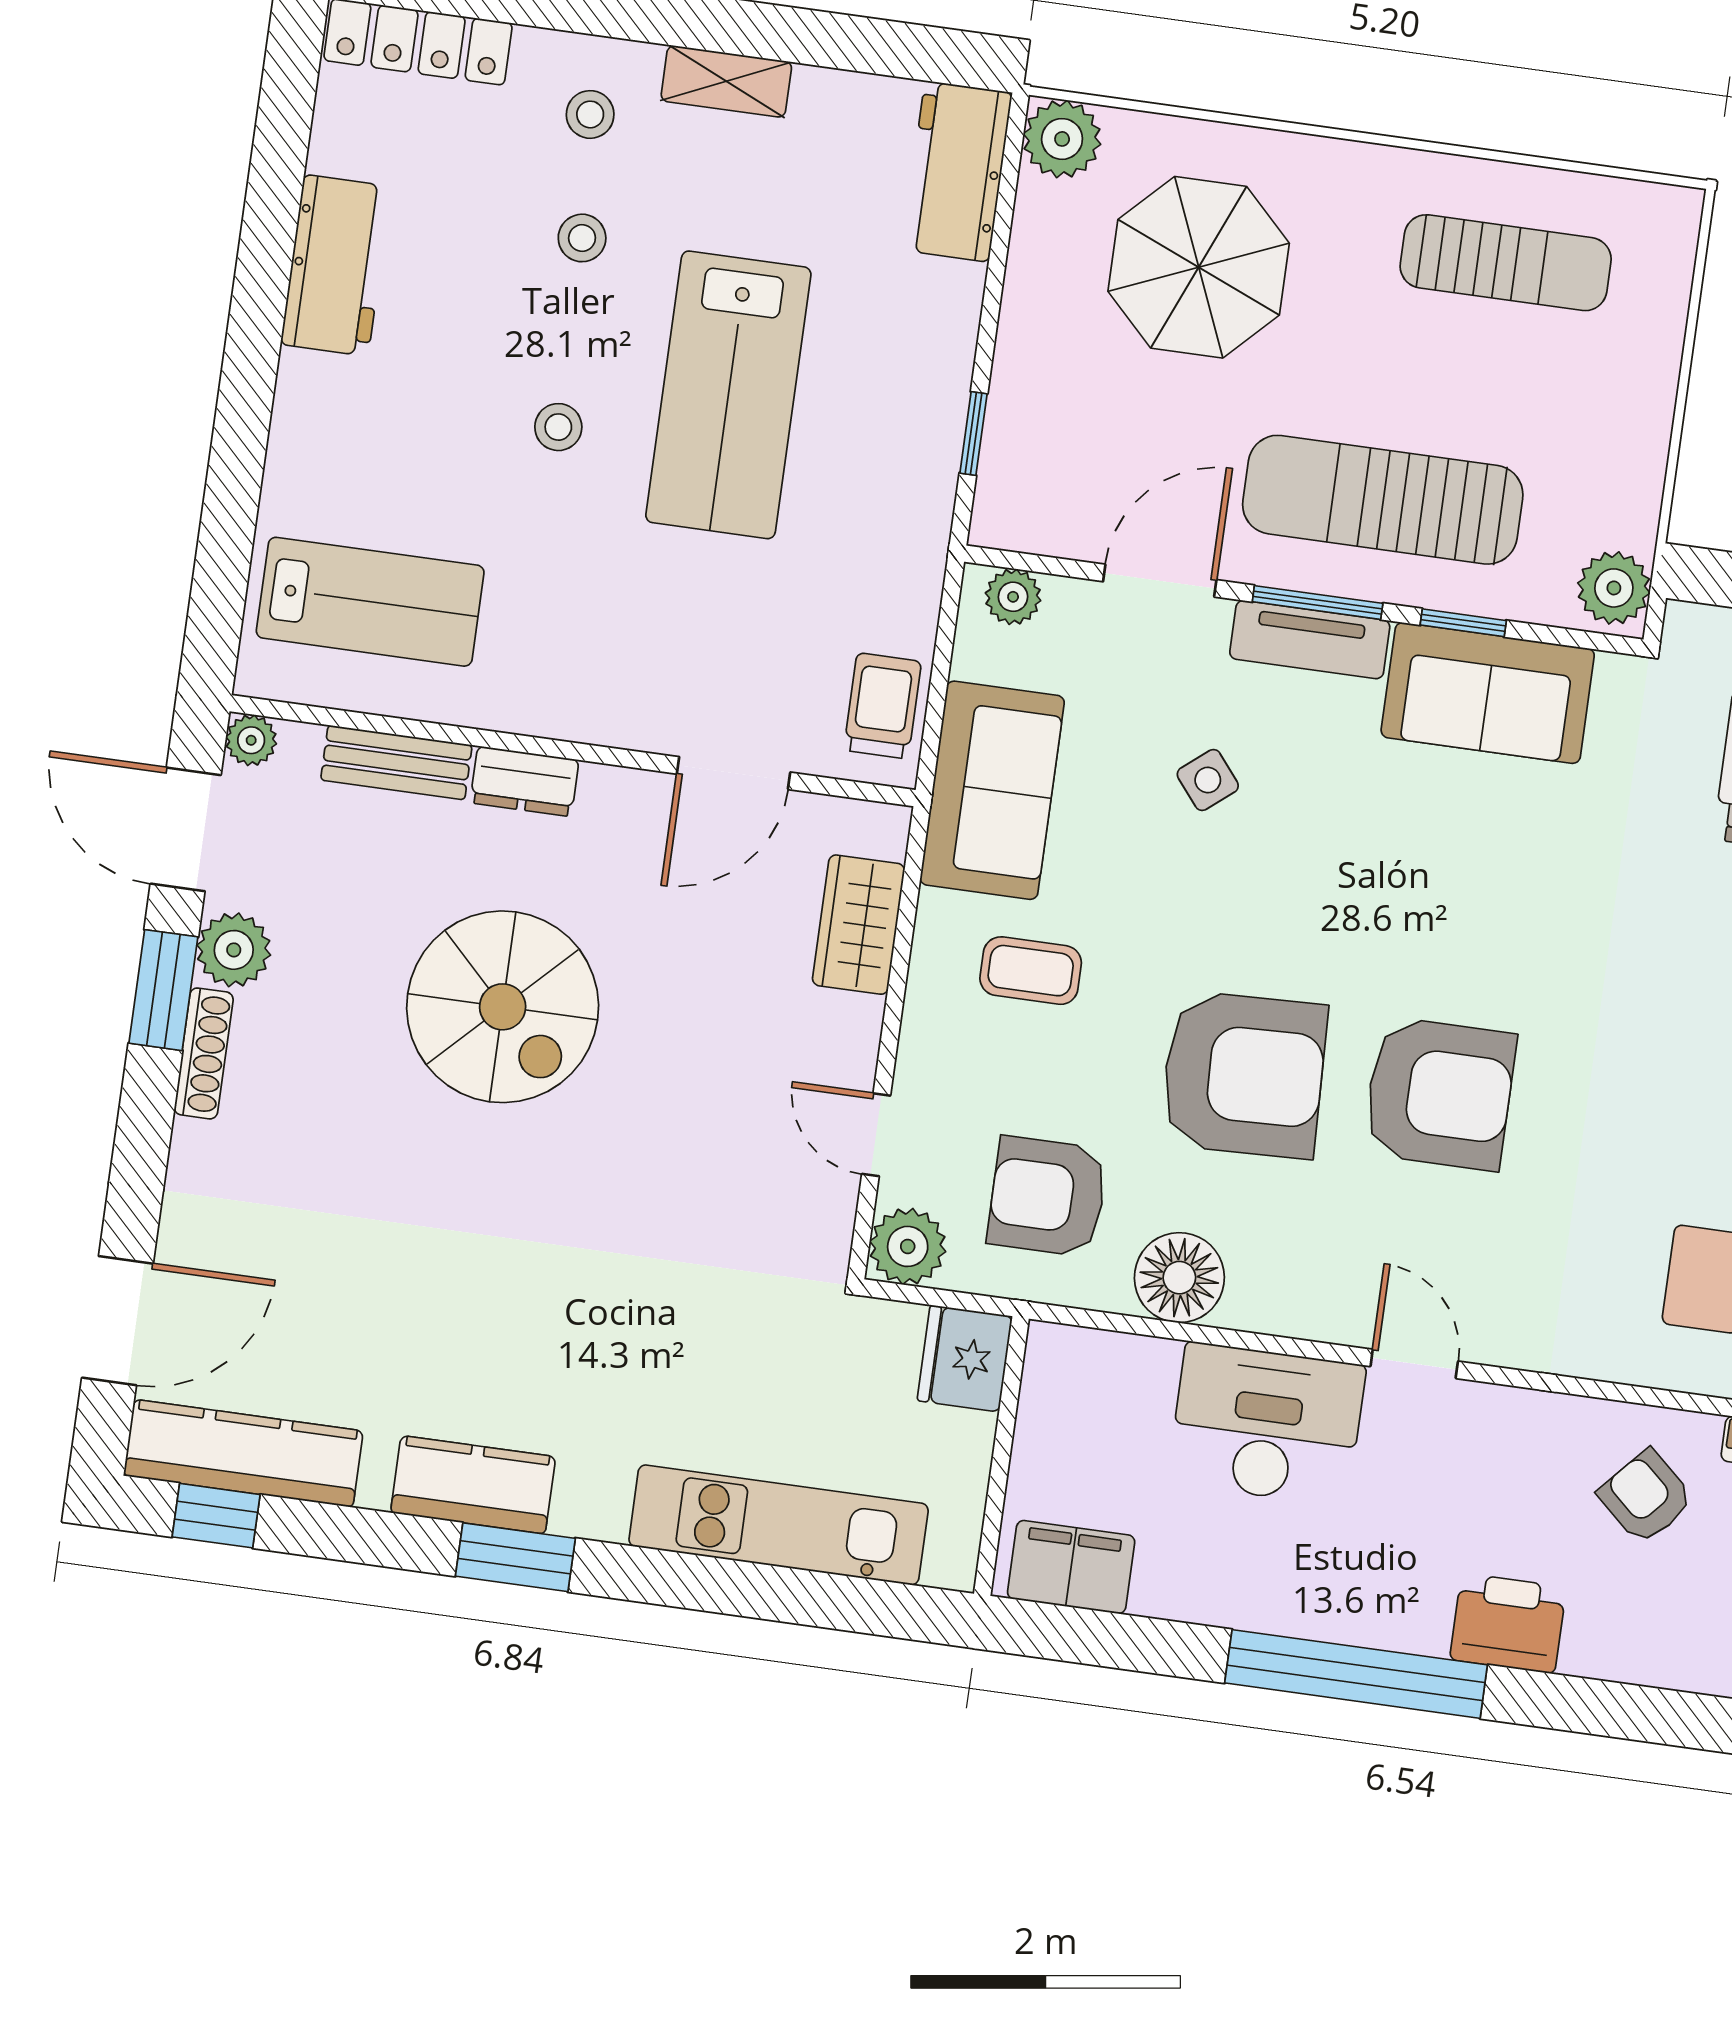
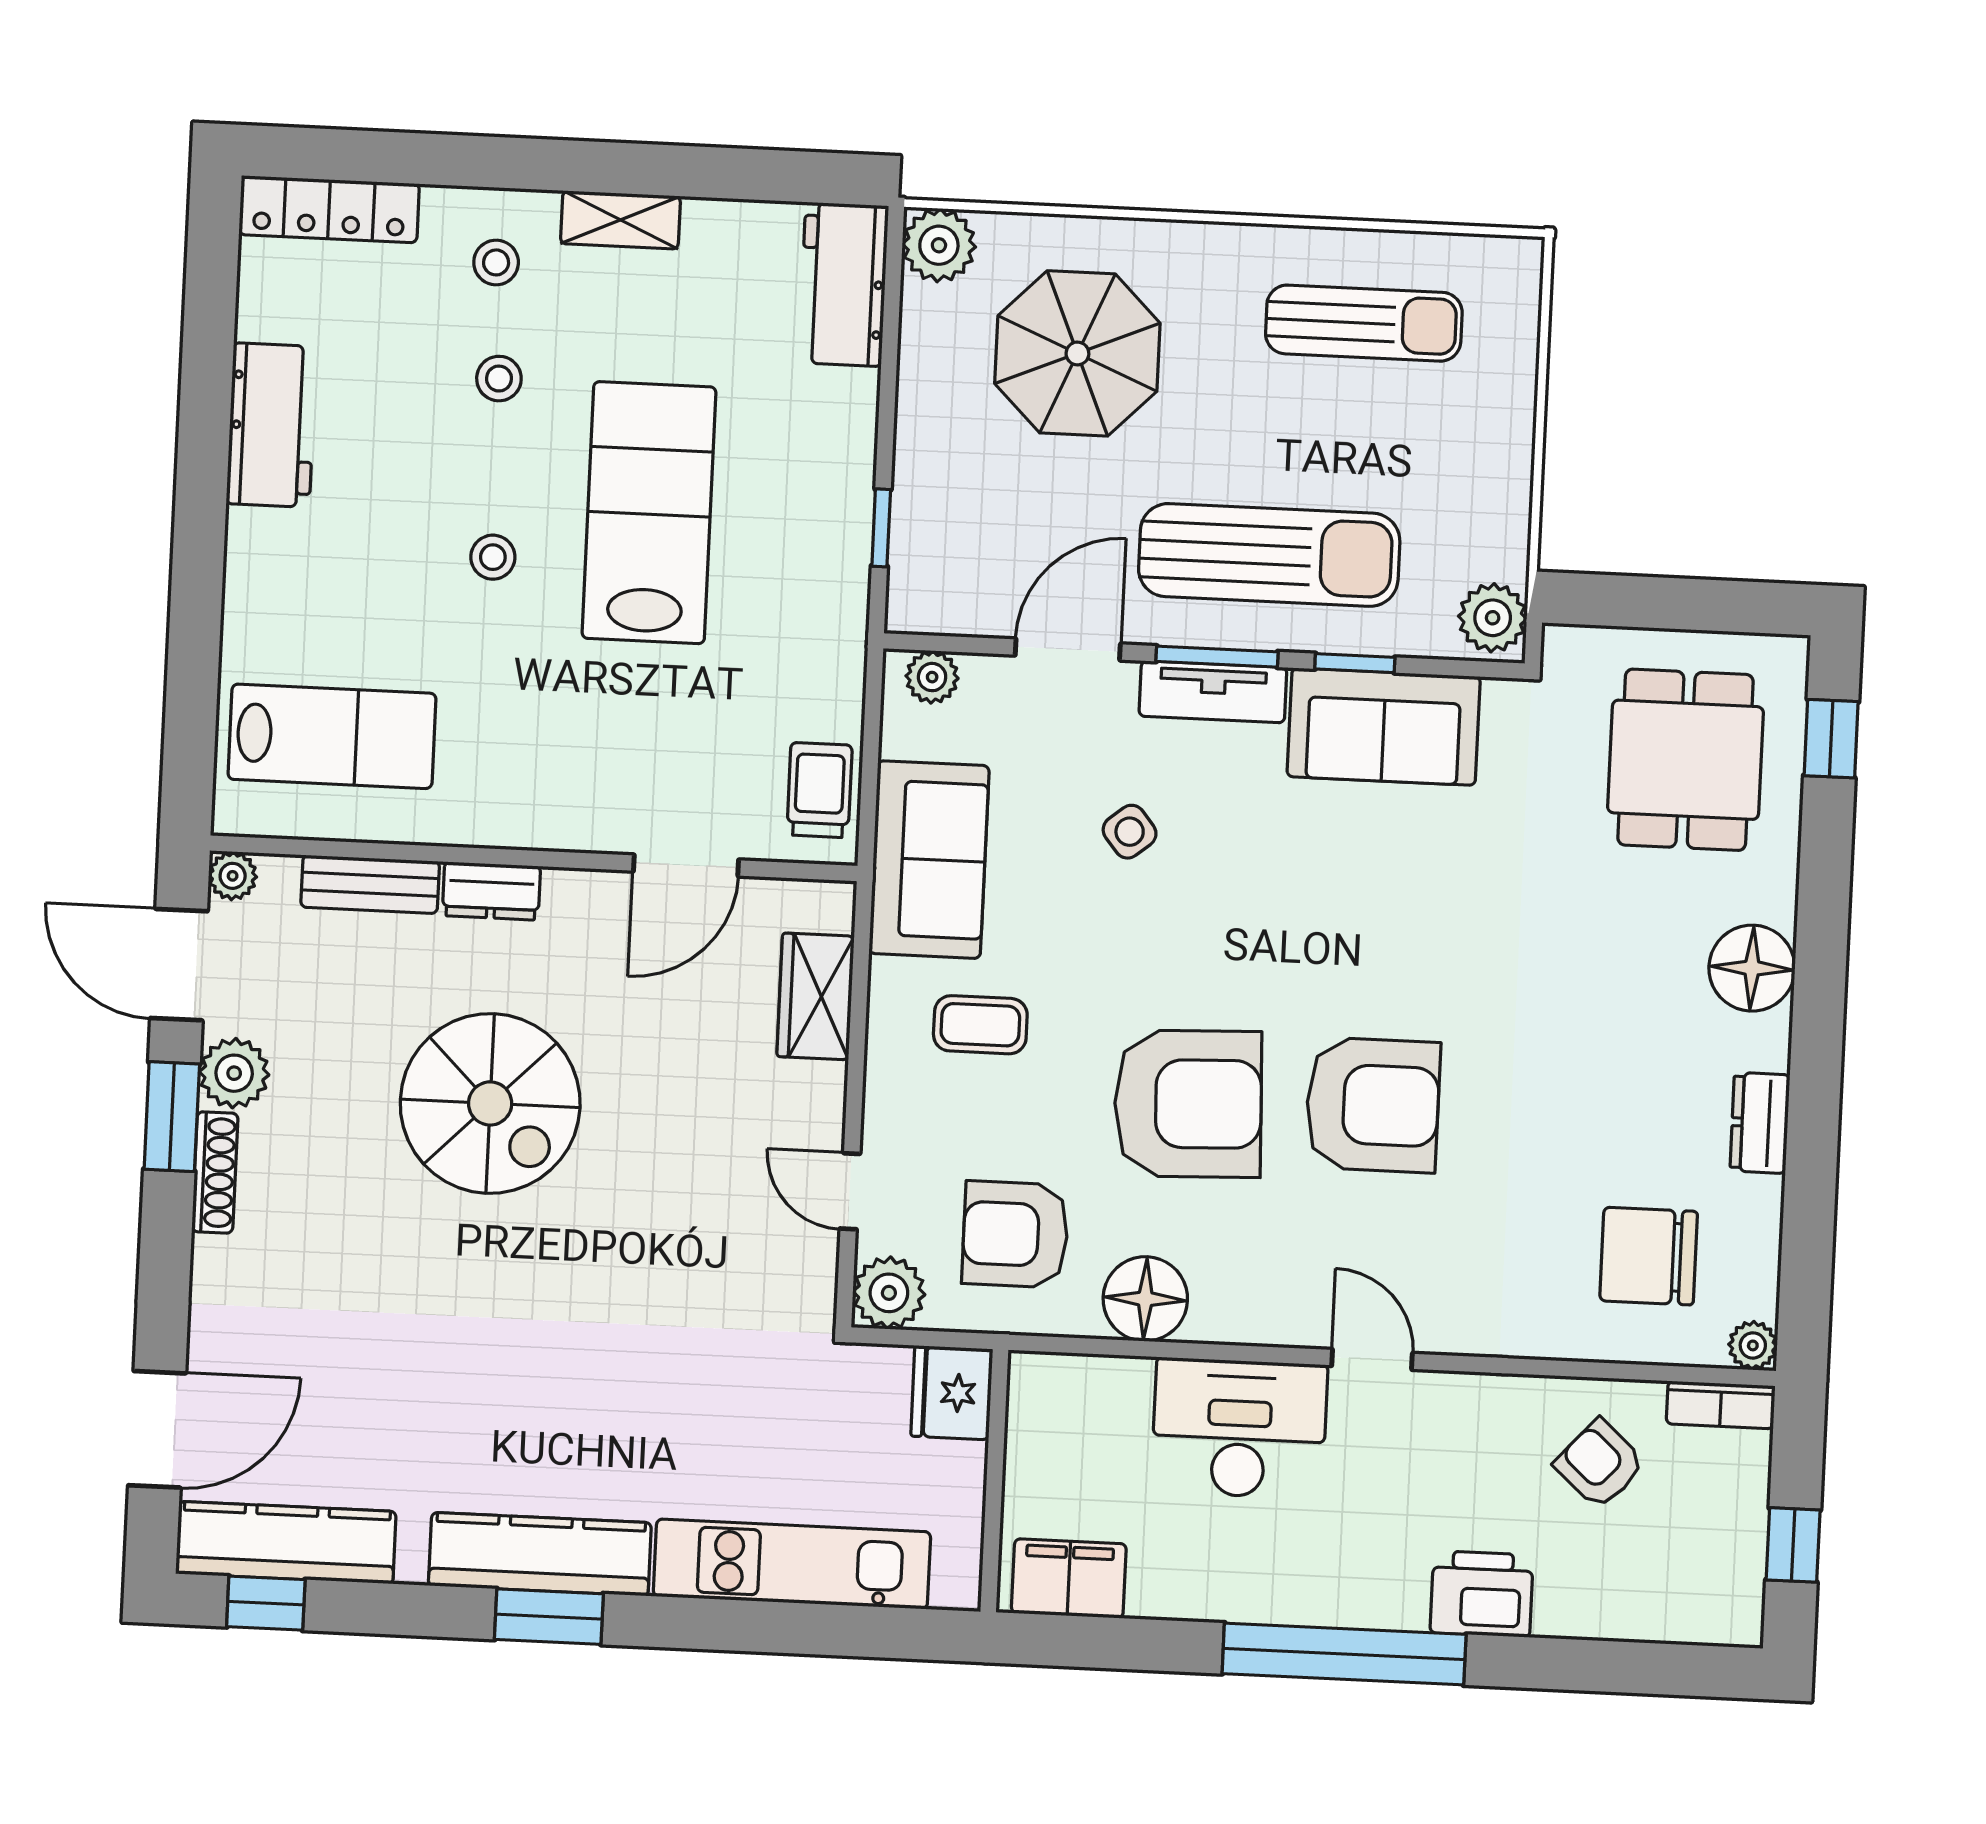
lab bench: (728, 395) -> (649, 513), turned 180
sun lounger: (1383, 500) -> (1269, 555), turned 180
kitchen counter: (473, 1485) -> (540, 1554), width x1.50

